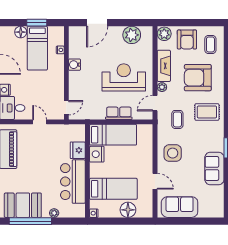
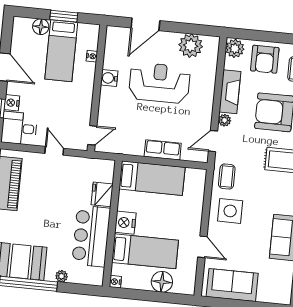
reception desk: (124, 77) -> (159, 83), moved
coffee table: (177, 119) -> (227, 176), moved
nightstand: (97, 154) -> (125, 223), moved

